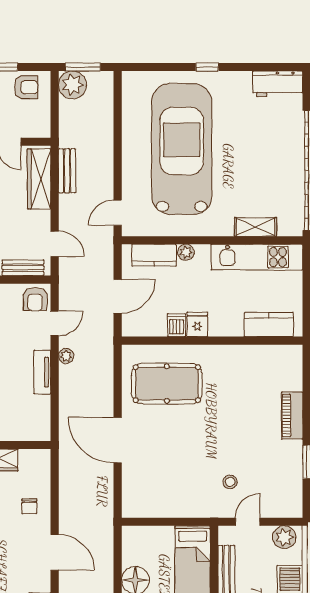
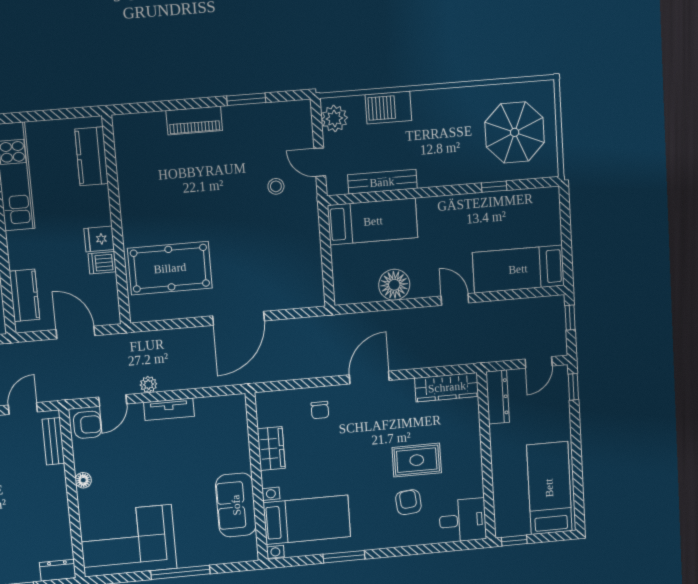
plant: (186, 252) -> (17, 259), removed
door: (55, 323) -> (113, 401), swing flipped
pool table: (167, 384) -> (170, 268), turned 90
chair: (29, 506) -> (320, 410), turned 90

